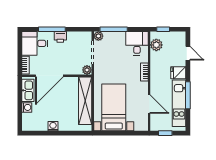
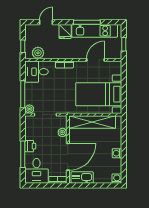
plant: (87, 70) -> (62, 132), moved
door: (49, 76) -> (68, 157), hinge flipped
washing machine: (27, 107) -> (117, 179), moved

